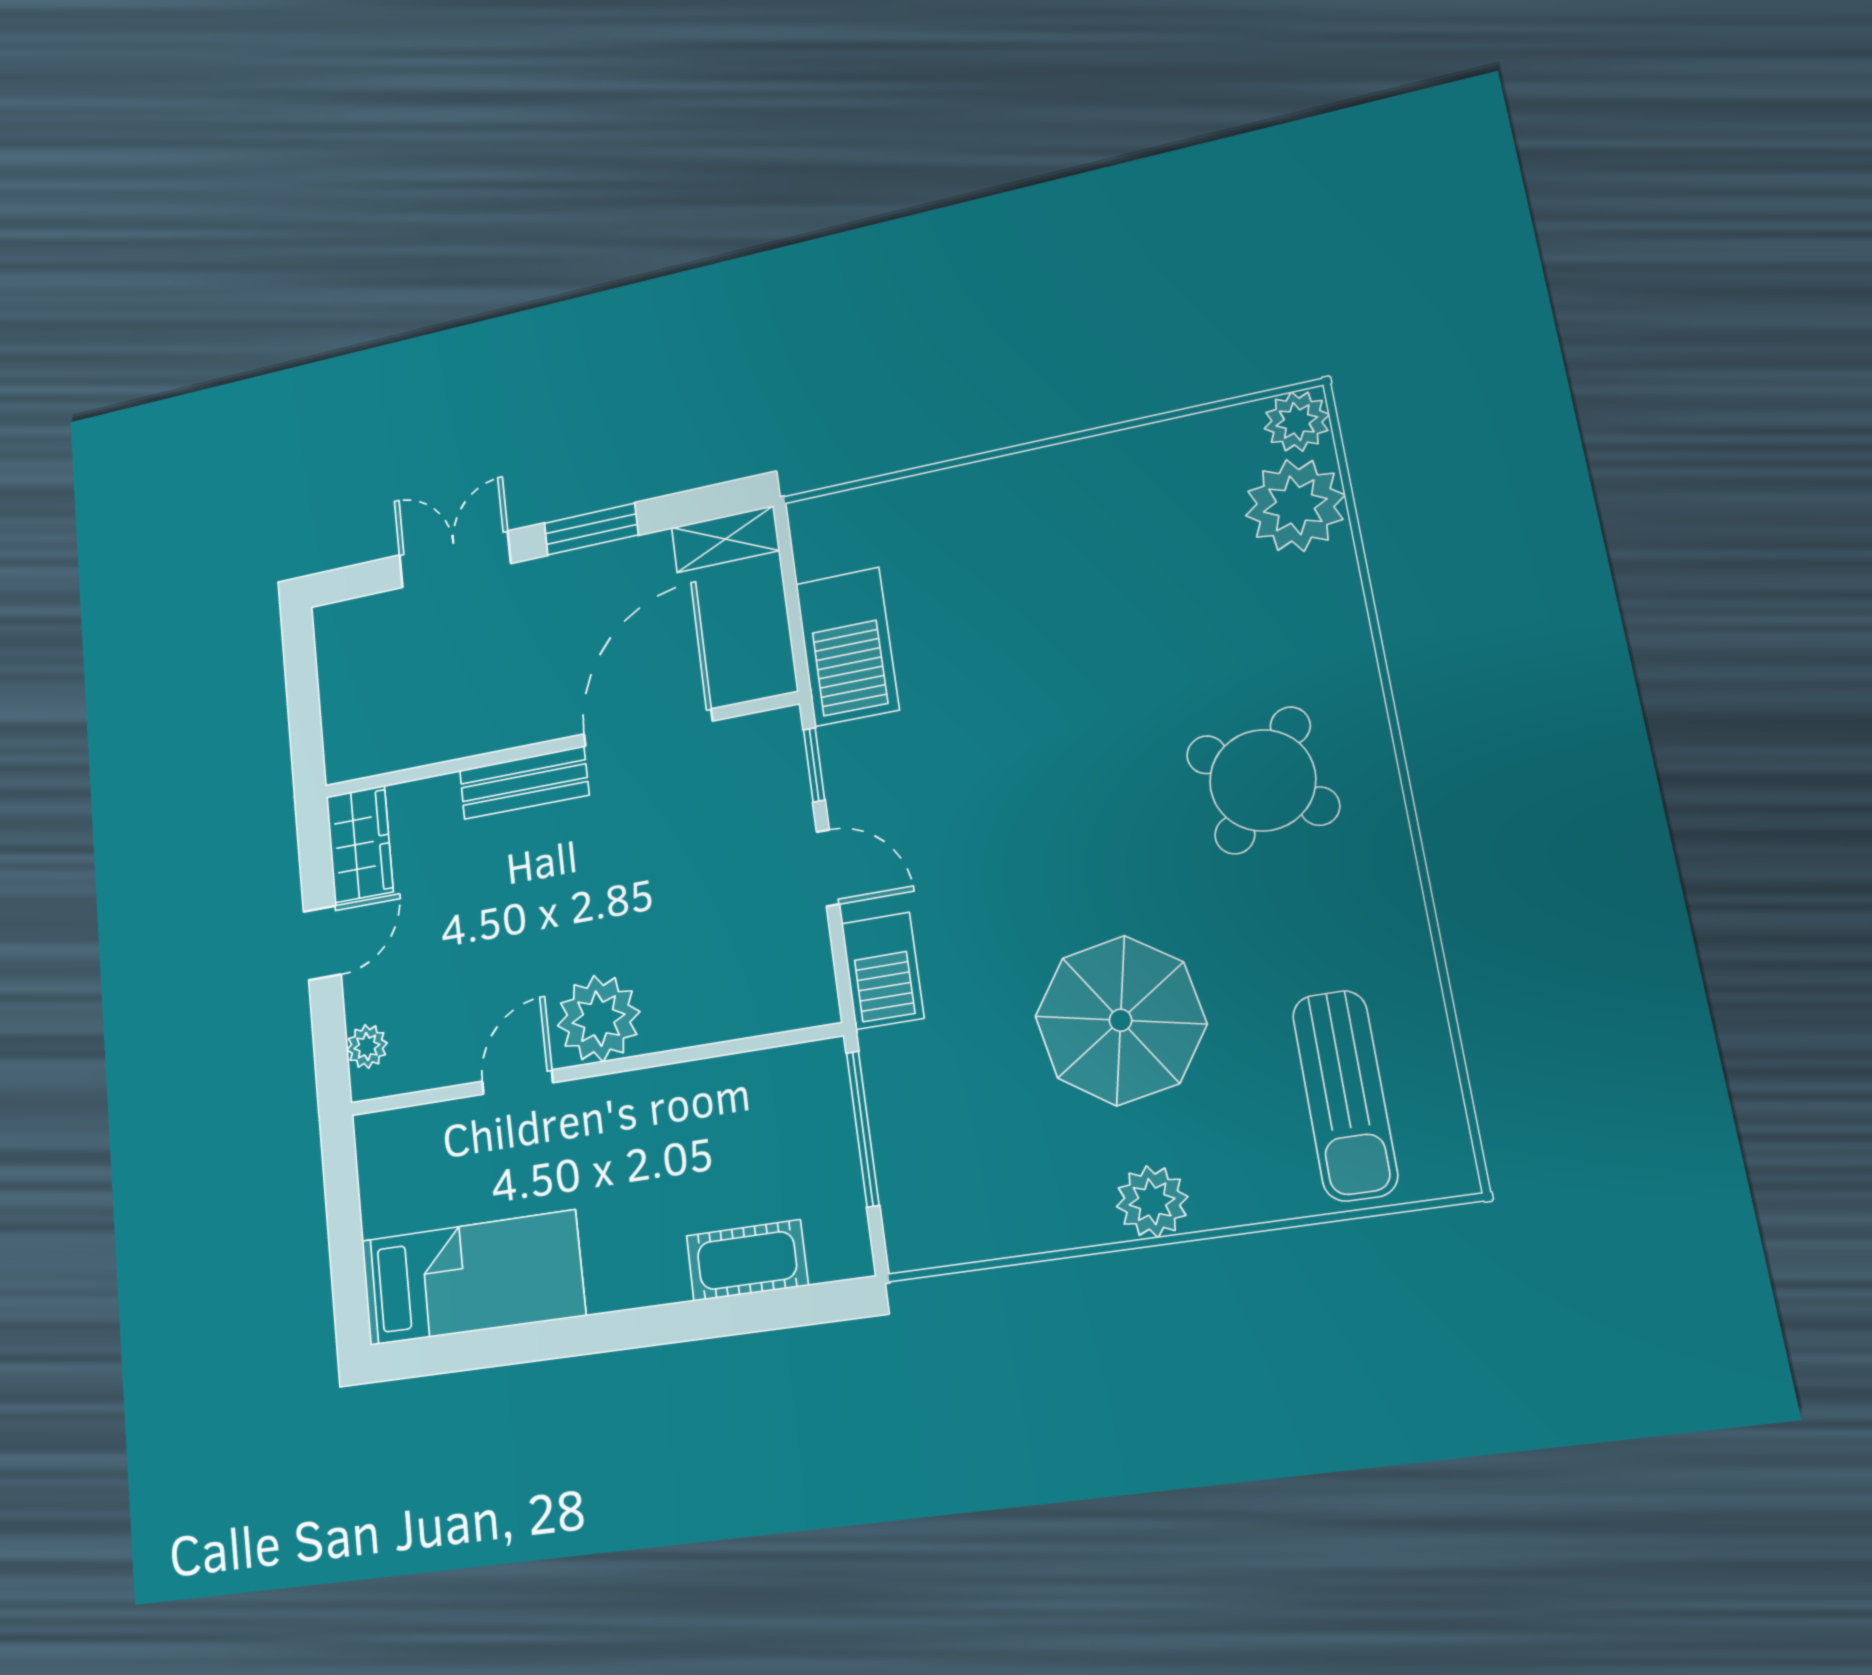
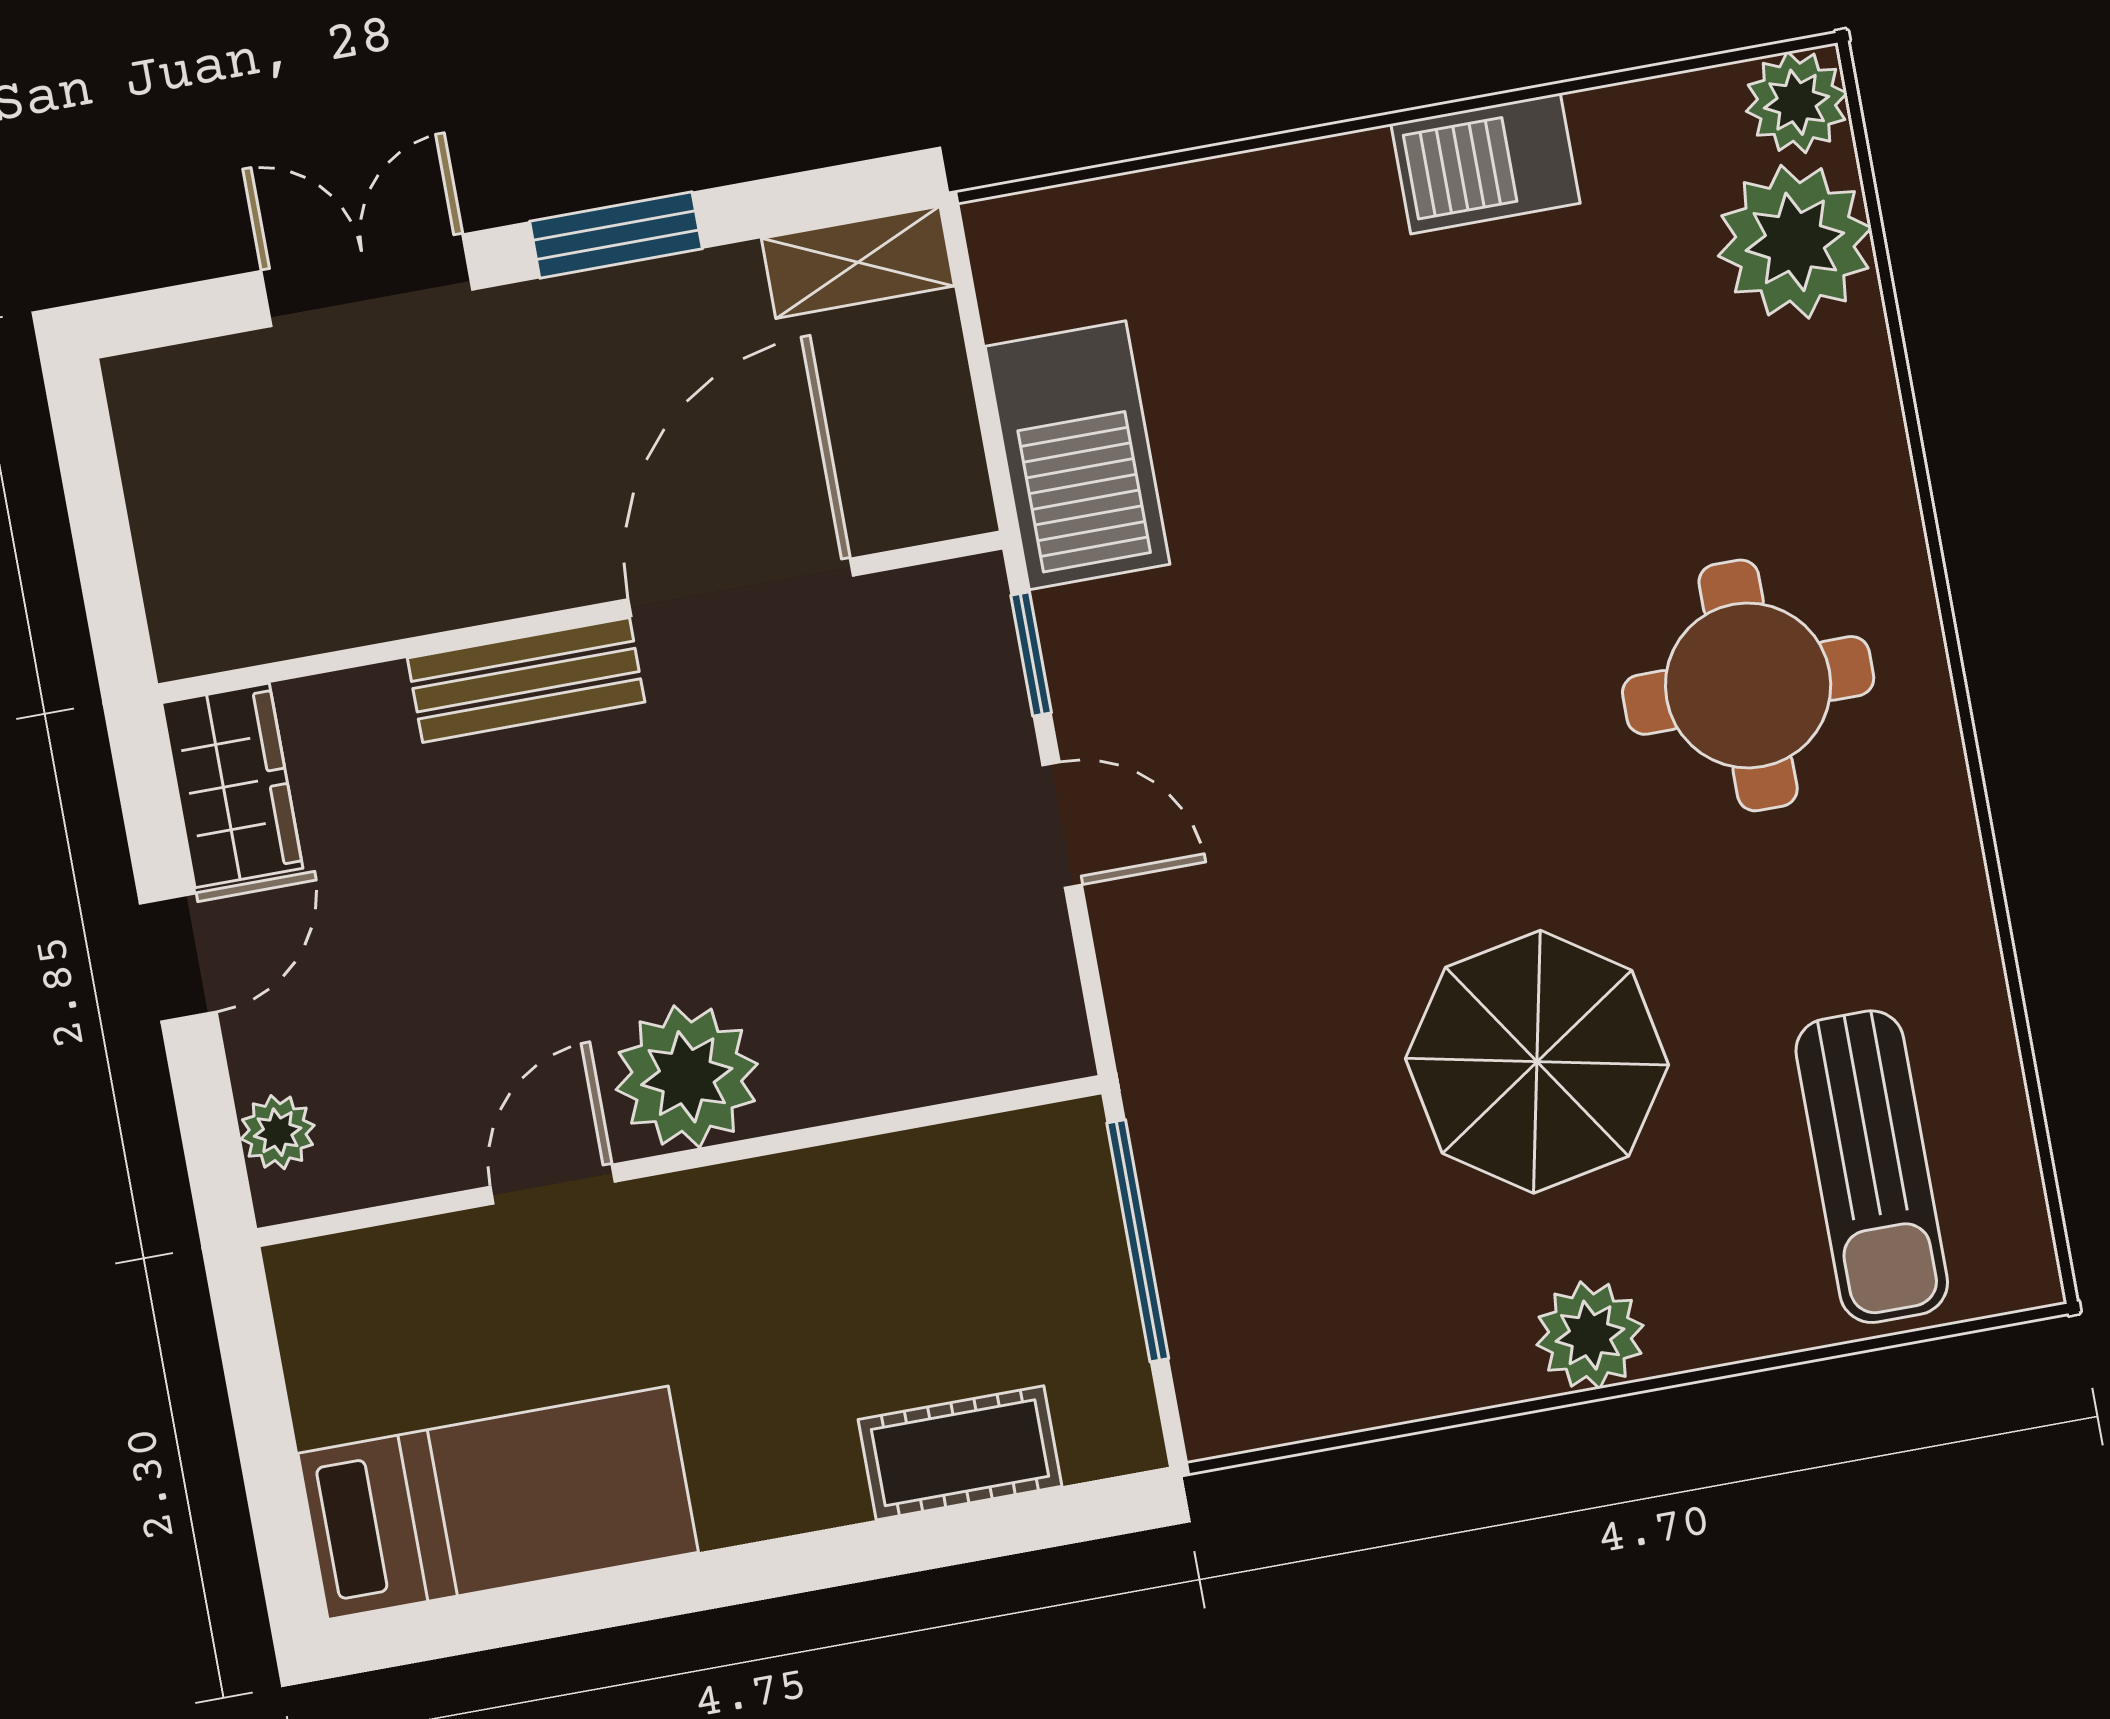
round table: (1263, 780) -> (1748, 685), turned -36
barbecue: (882, 971) -> (1486, 164), moved, turned 90

